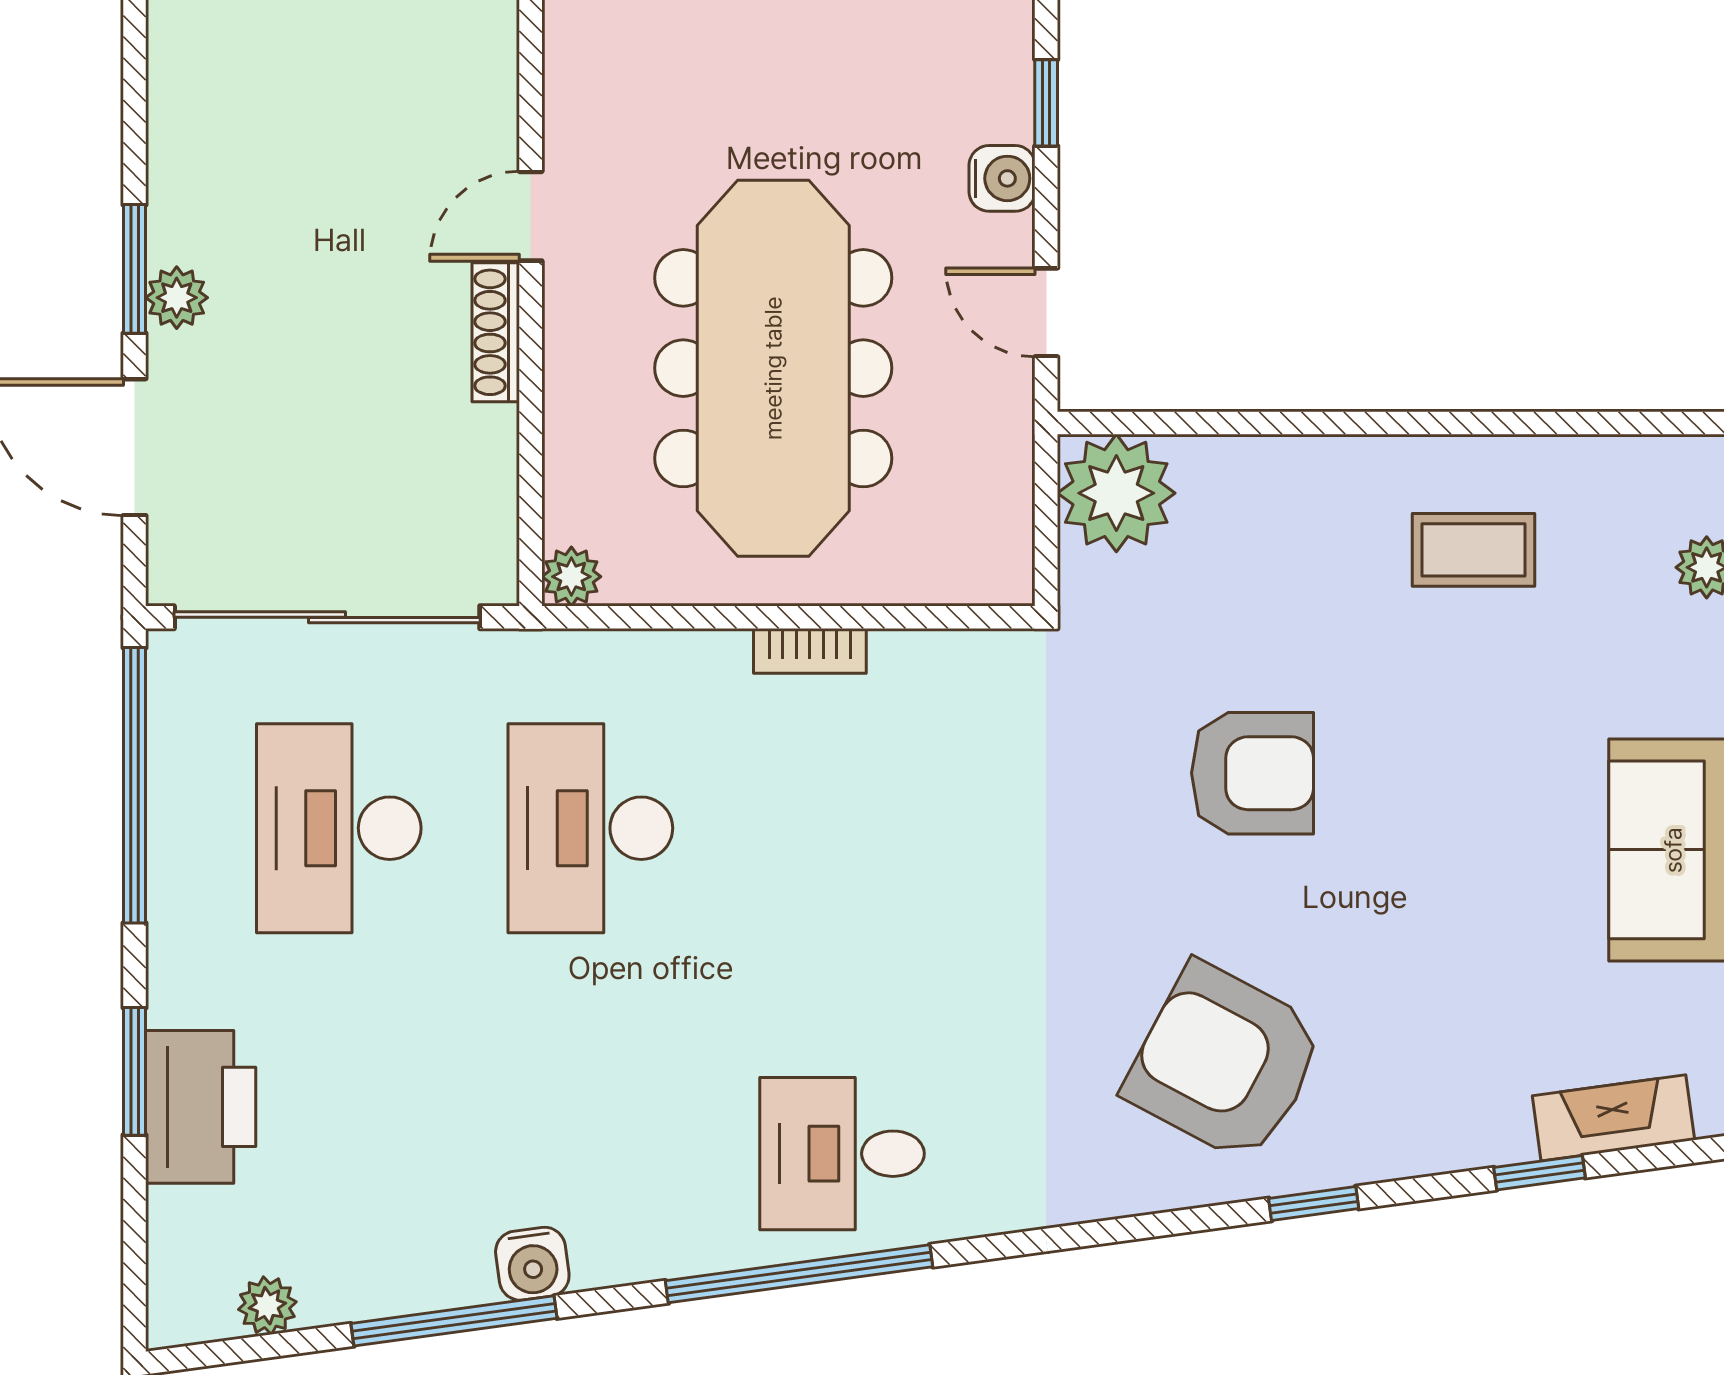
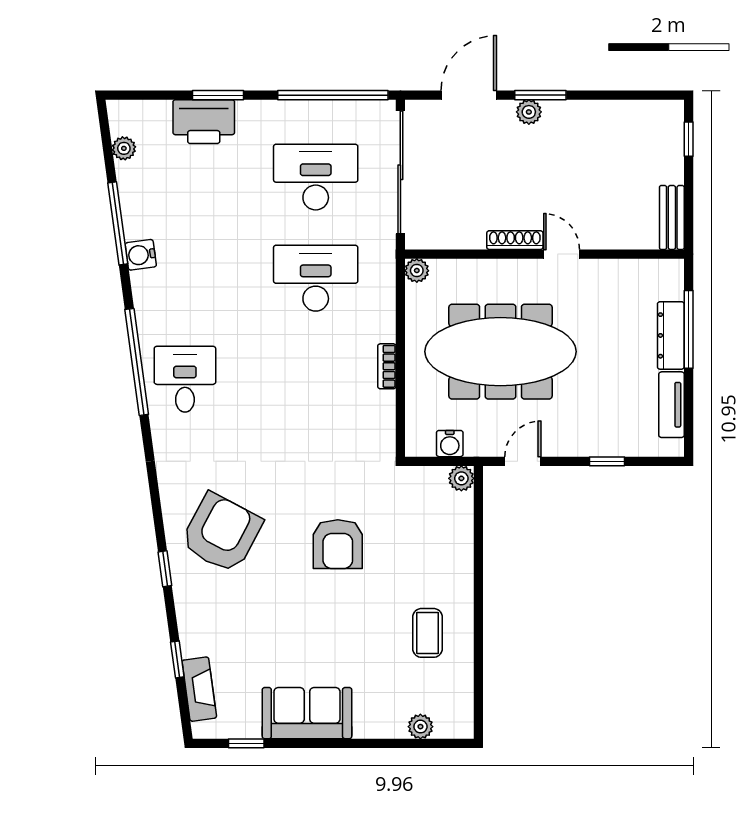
water cooler: (1002, 178) -> (450, 444), moved
plant: (1116, 493) -> (461, 478), width x0.53, depth x0.53

